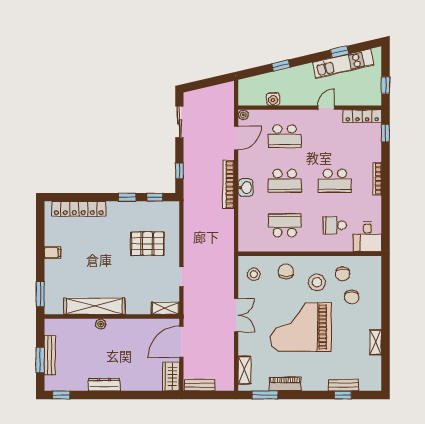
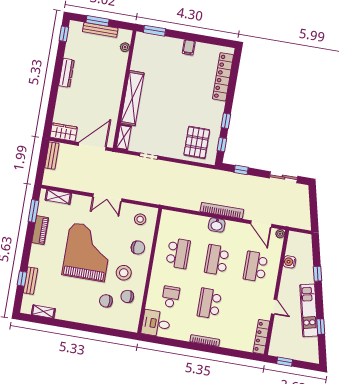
kitchen unit: (343, 64) -> (309, 310), moved
window: (386, 133) -> (243, 355), removed
pallet: (147, 244) -> (197, 142), moved
shelving: (94, 306) -> (132, 98), moved
plant: (101, 324) -> (125, 47), moved
door: (181, 342) -> (92, 146), hinge flipped
shelving: (376, 342) -> (43, 312), moved

